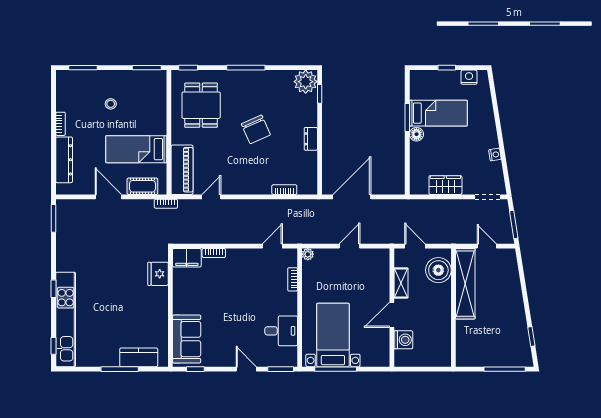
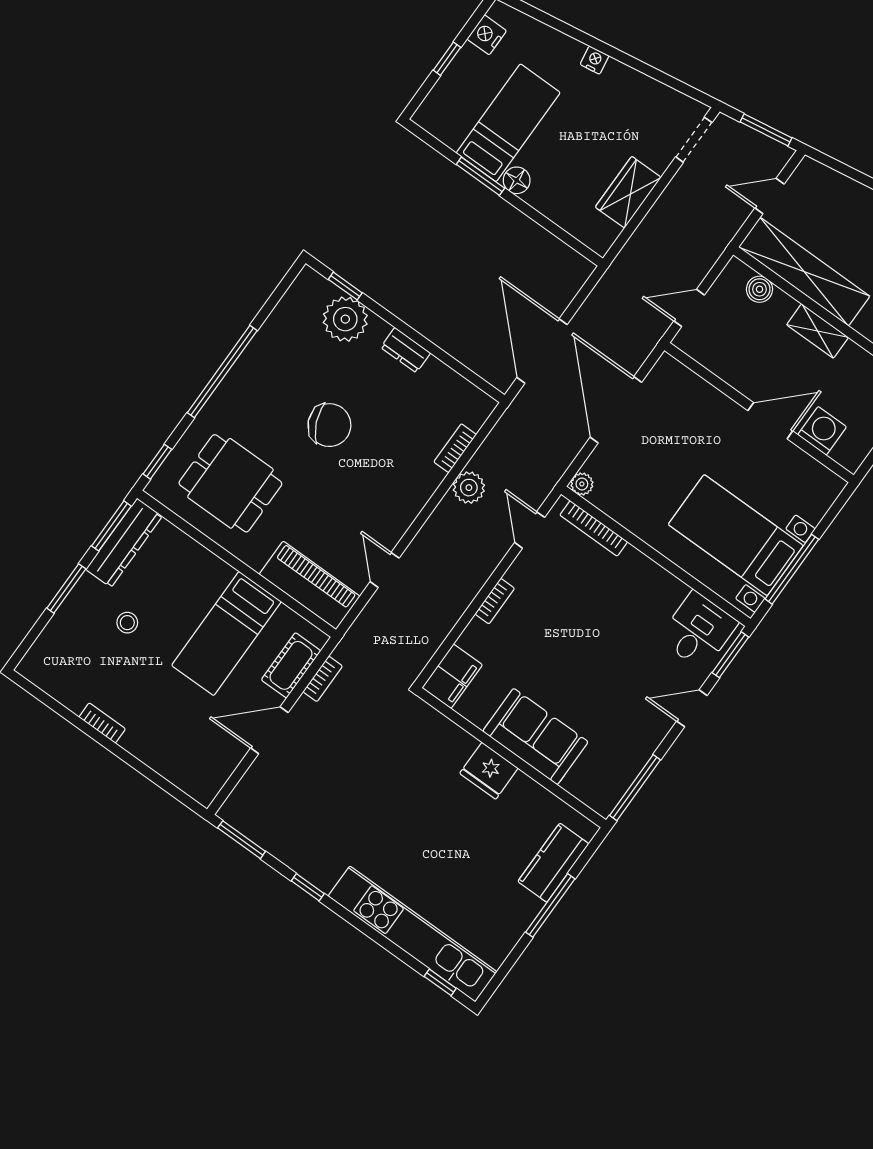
window: (83, 68) -> (66, 589), moved
window: (246, 68) -> (222, 372), width x1.46
plant: (306, 82) -> (345, 319), moved
nightstand: (495, 155) -> (595, 60), moved
dresser: (64, 160) -> (124, 543), moved, turned 90
bookcase: (166, 204) -> (323, 679), moved
plant: (272, 207) -> (469, 488), added
door: (350, 246) -> (616, 410), width x1.88
bookcase: (214, 253) -> (495, 601), moved
boiler: (438, 270) -> (759, 289), width x0.54, depth x0.54
fridge: (158, 274) -> (489, 771), moved
bookcase: (293, 279) -> (594, 528), width x1.56
shelving: (401, 283) -> (818, 331), moved
window: (54, 289) -> (308, 887), moved
door: (392, 315) -> (770, 421), swing flipped
desk: (281, 331) -> (698, 631), moved
sofa: (187, 339) -> (535, 737), moved
window: (195, 369) -> (635, 788), width x2.17

